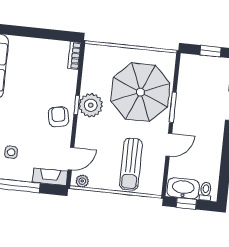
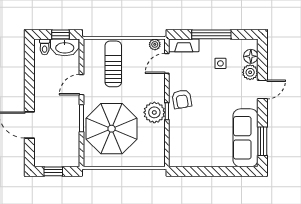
bookcase: (74, 56) -> (173, 155), removed

